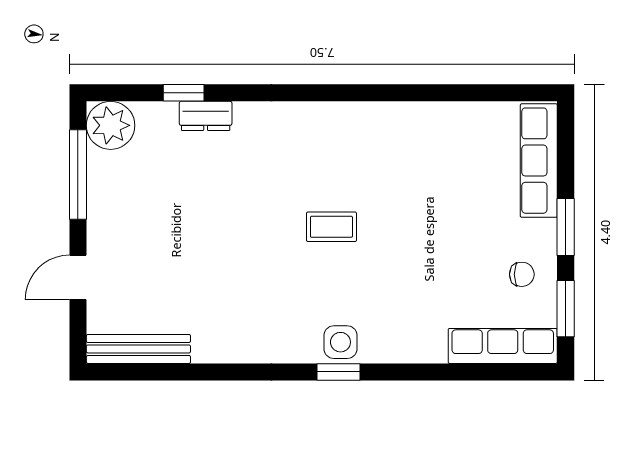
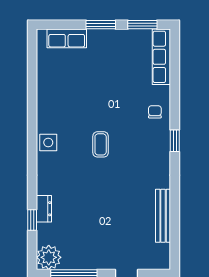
row of seats: (539, 161) -> (67, 38), width x0.68
chair: (522, 274) -> (155, 112), moved
side table: (340, 342) -> (48, 142), moved
bench: (138, 349) -> (163, 216), moved

